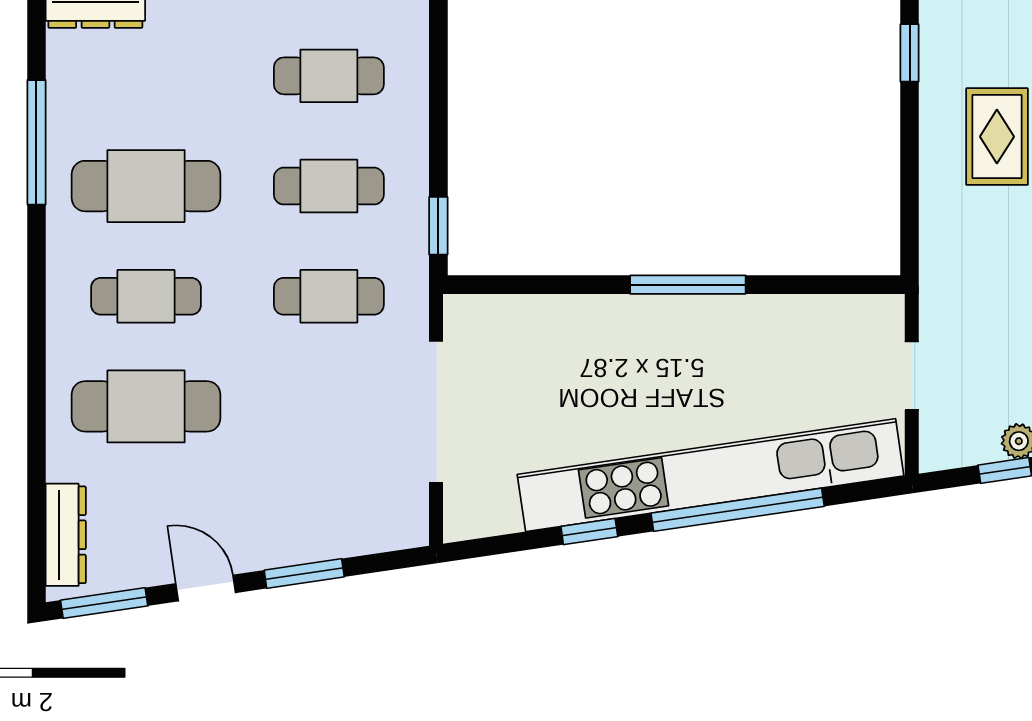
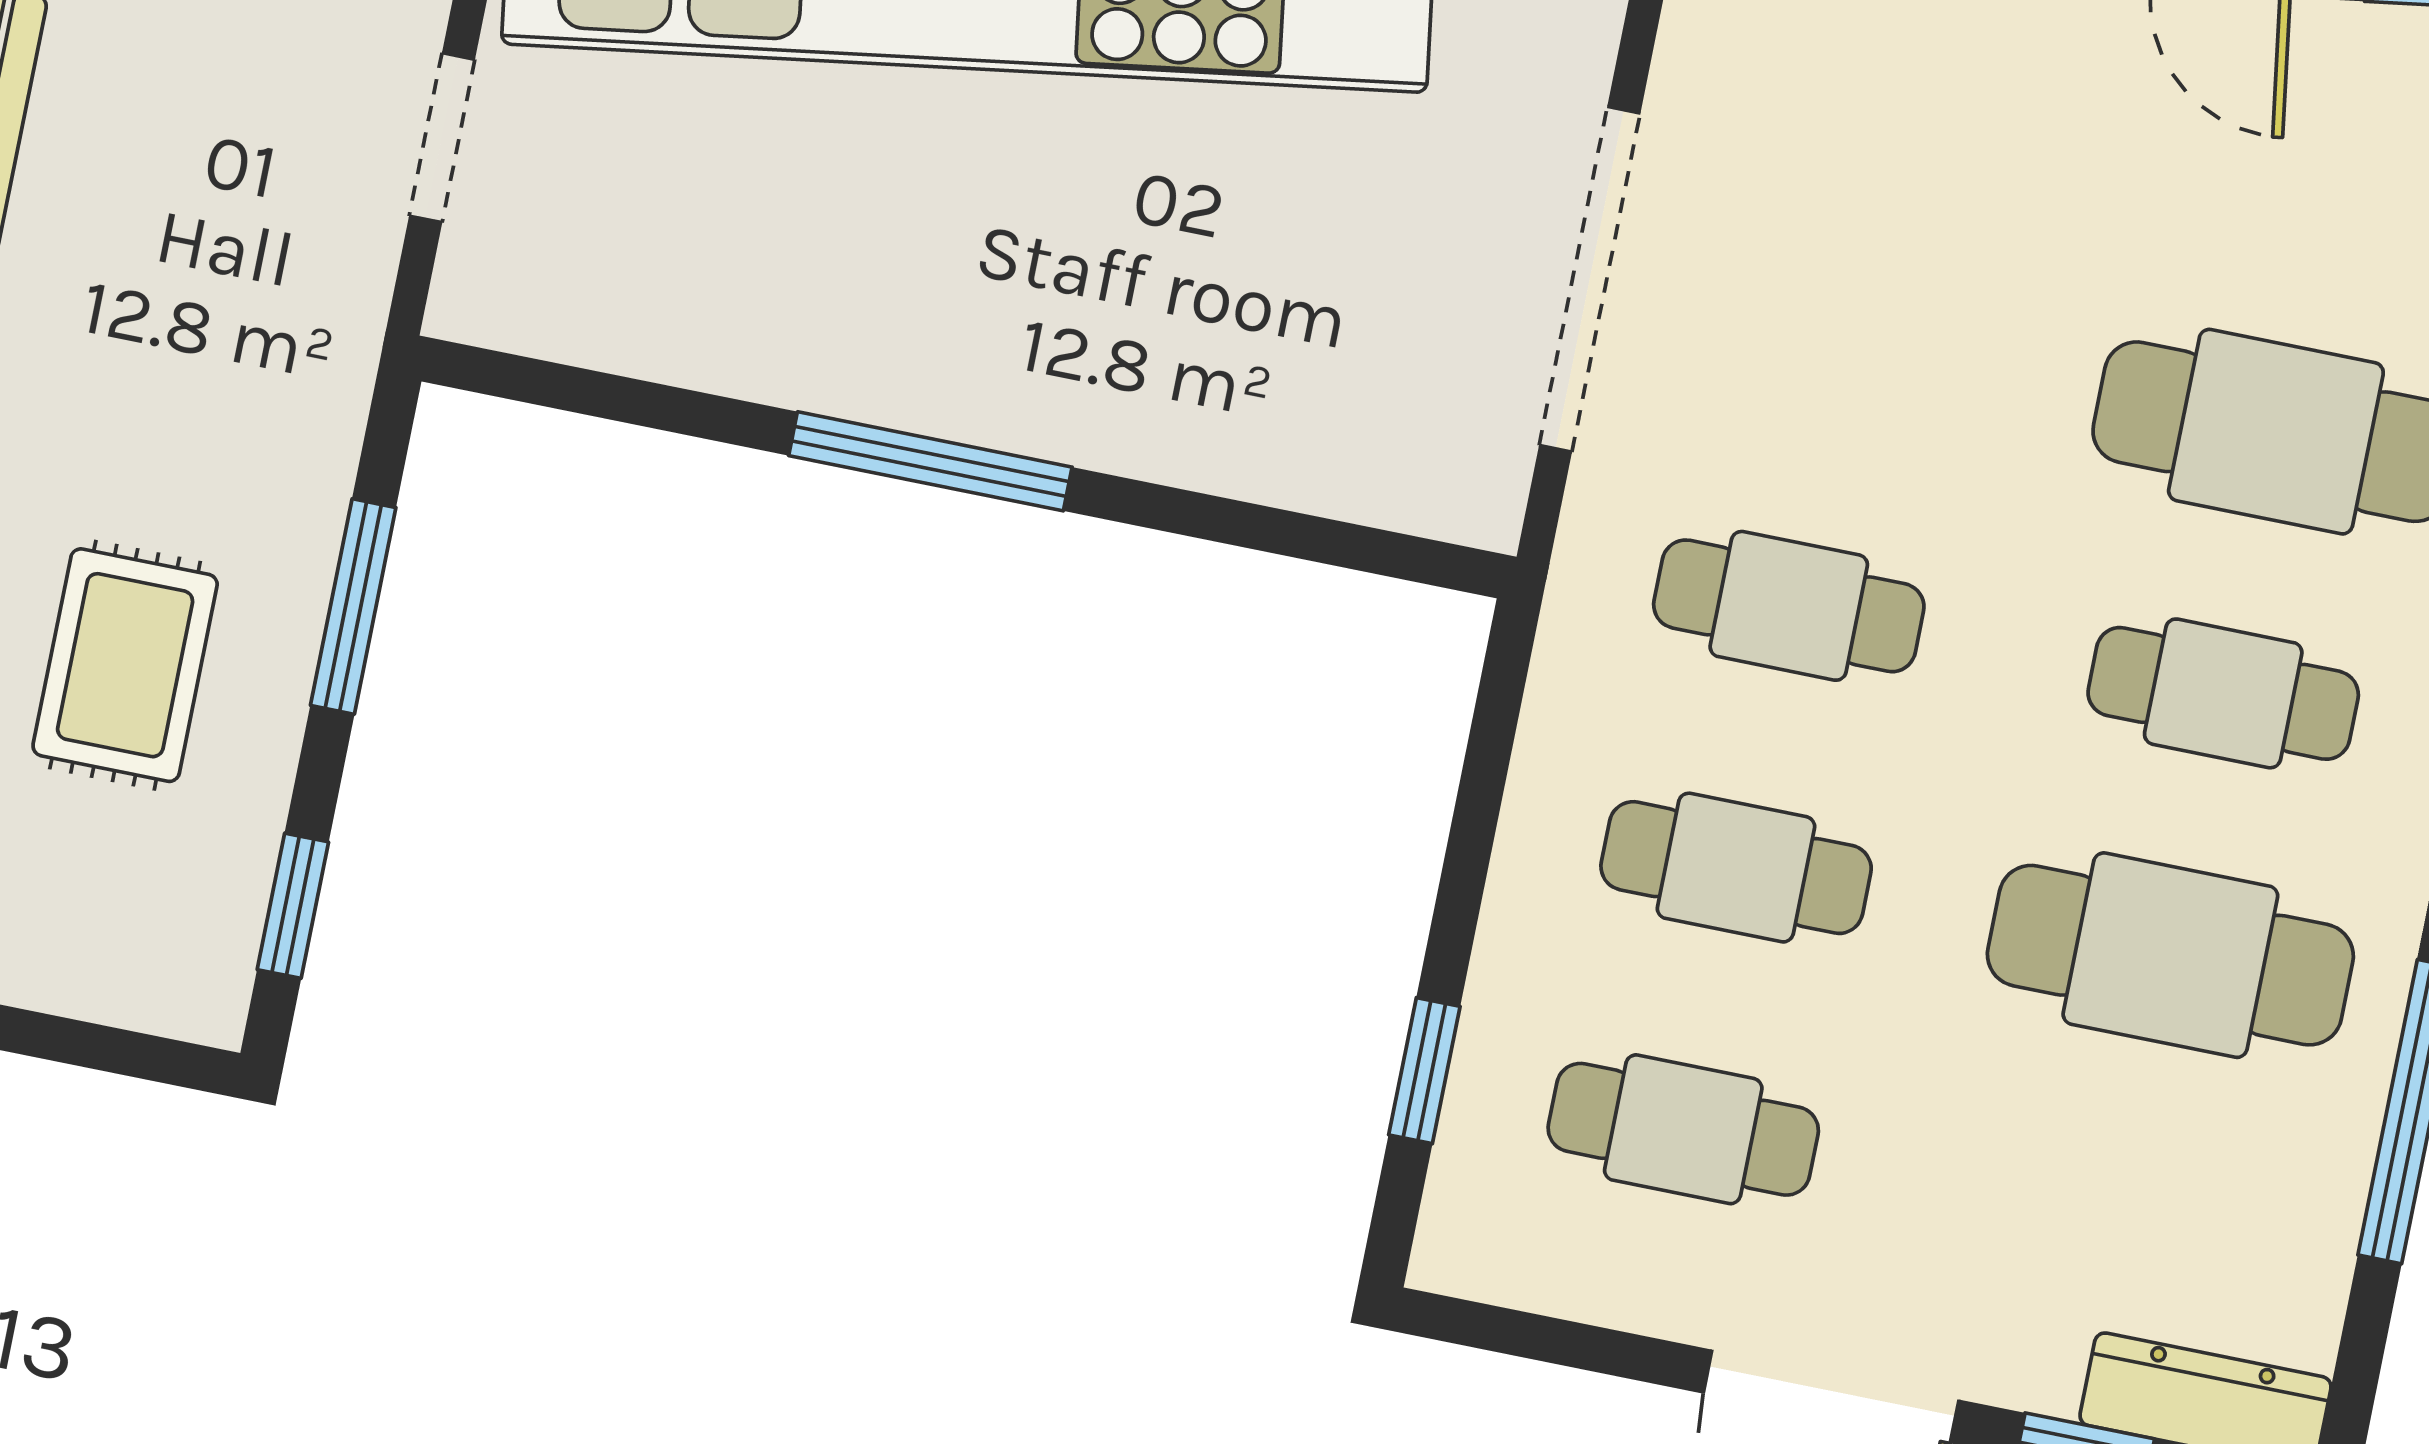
window: (910, 179) -> (353, 607), added
window: (438, 226) -> (1424, 1071), moved

